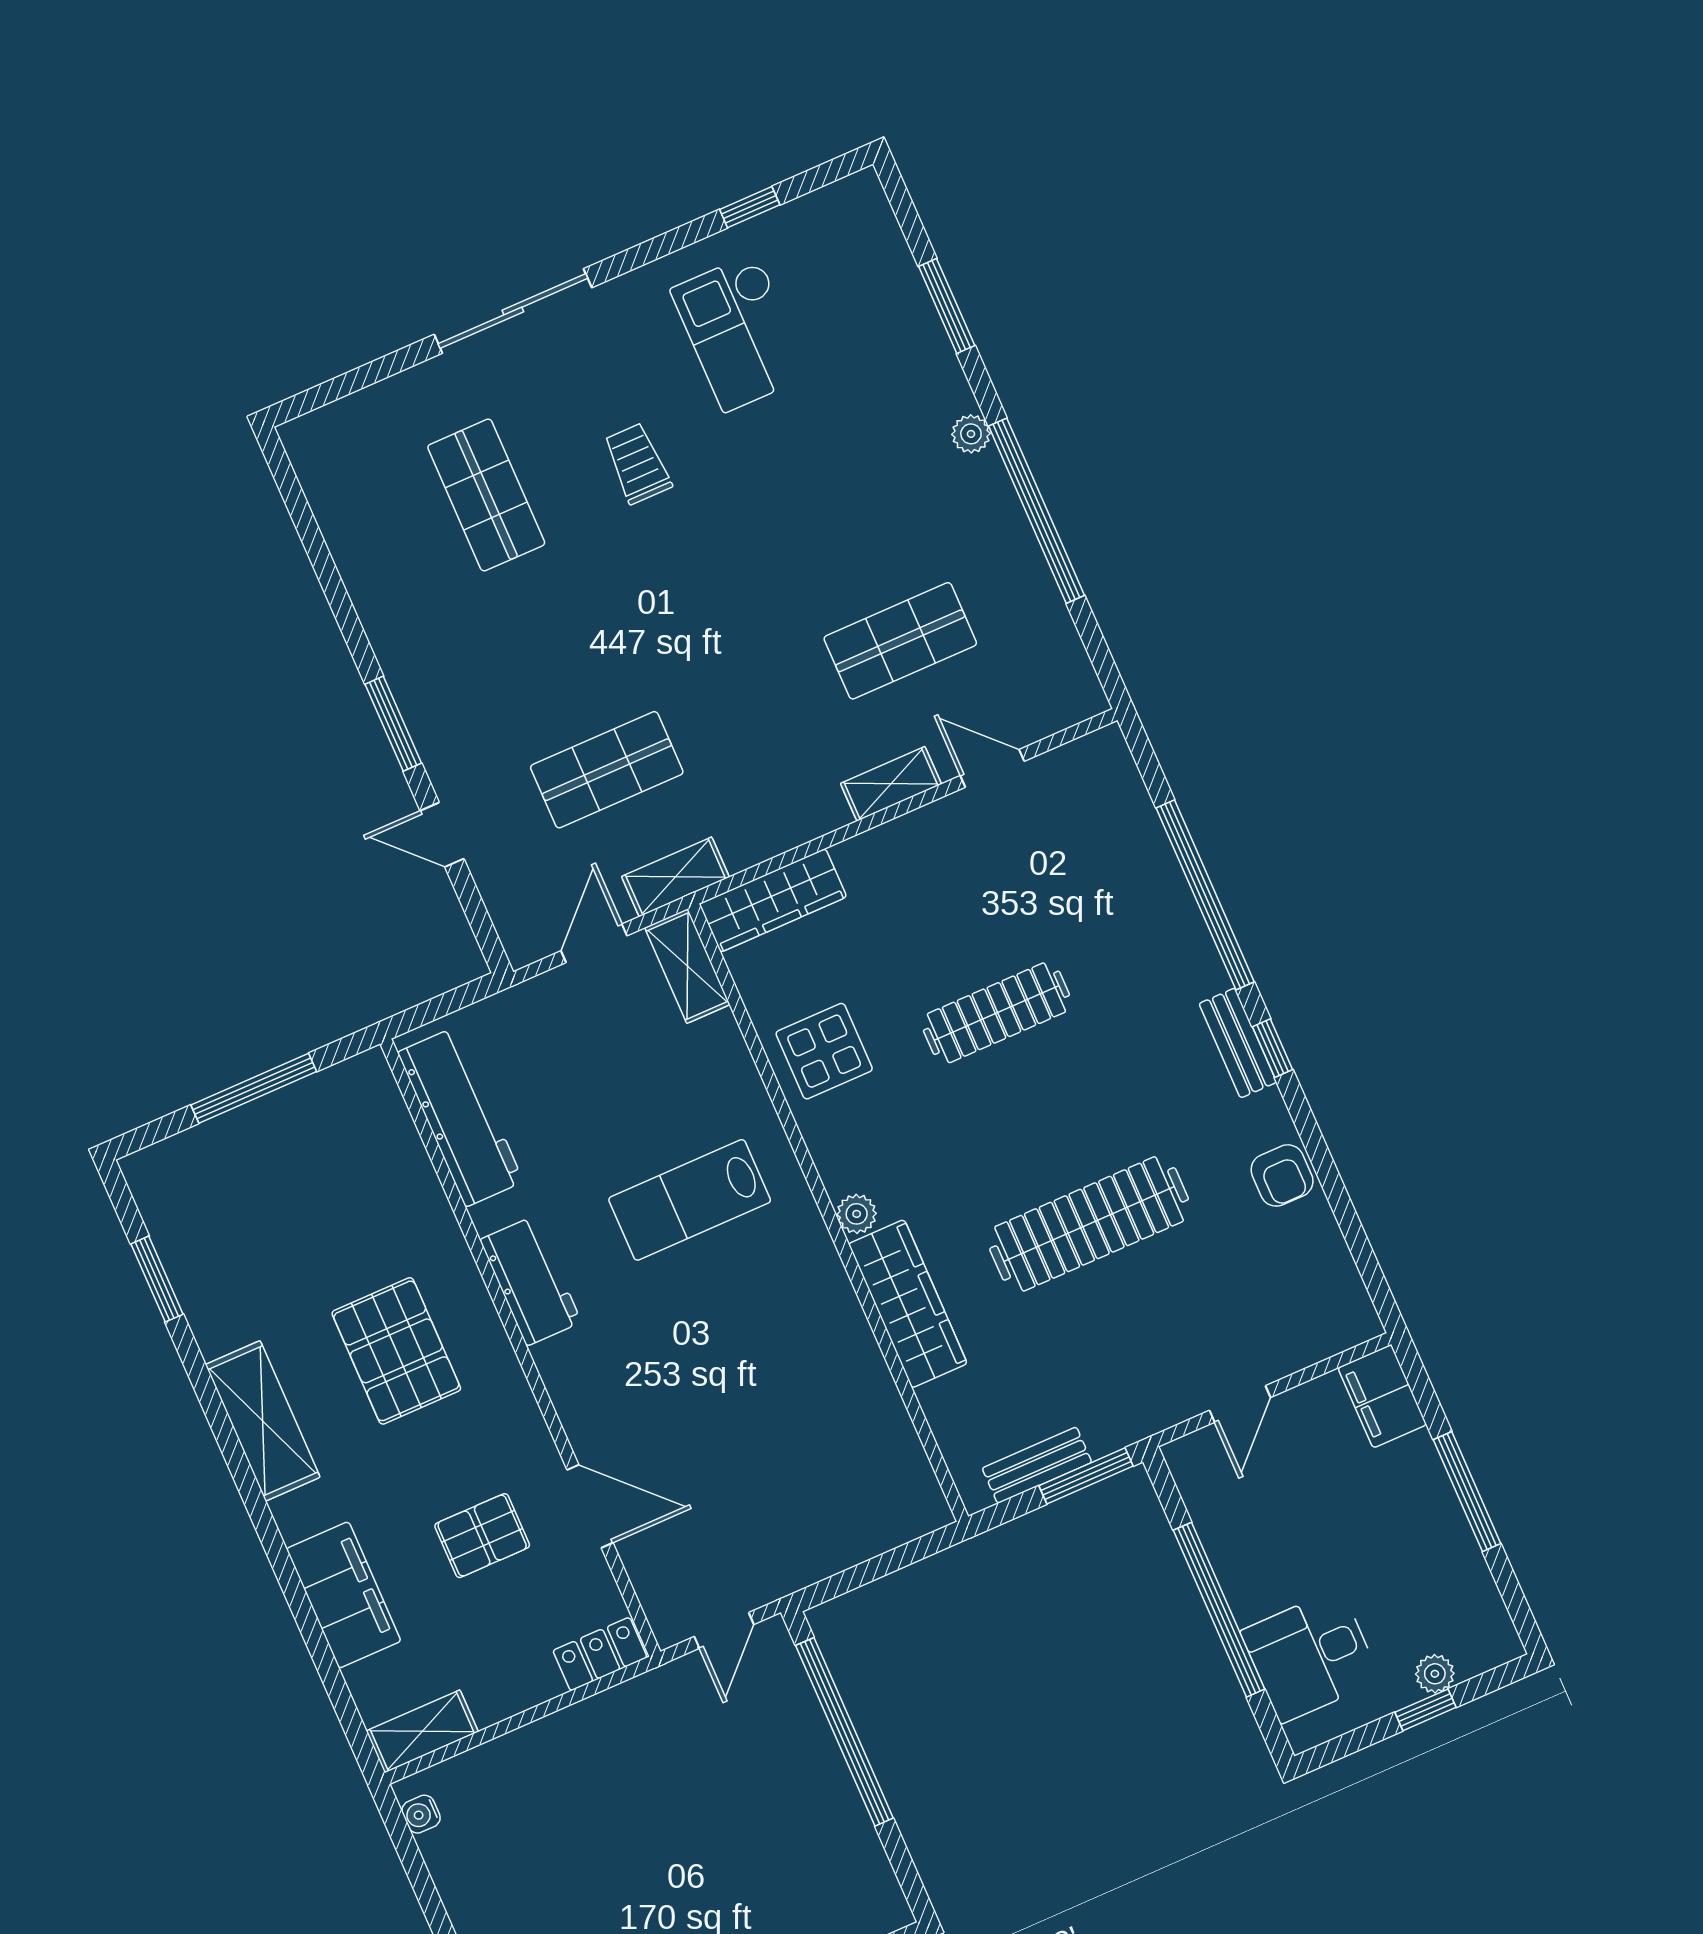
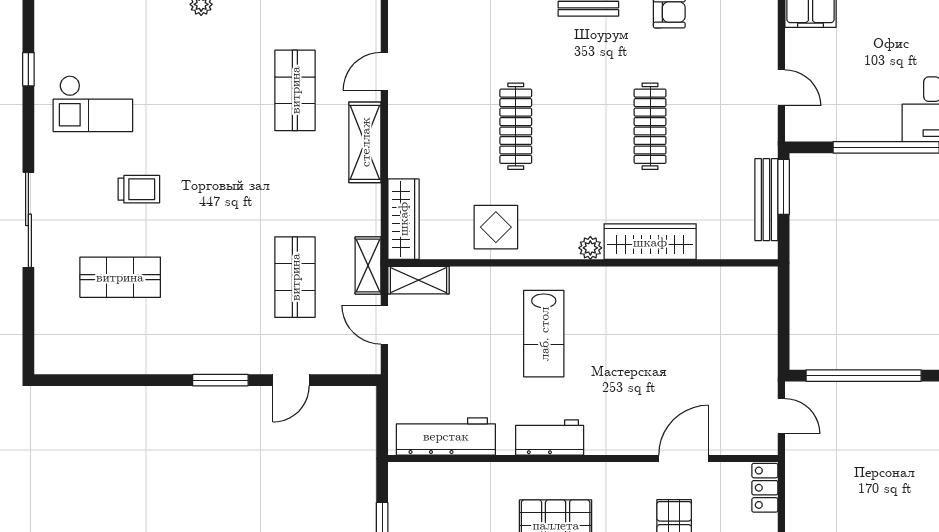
trolley: (637, 464) -> (139, 189), turned 180
shelving: (891, 784) -> (365, 142), width x1.50, depth x1.33
clothes rail: (1089, 1224) -> (650, 126), width x0.73, depth x0.76
bench: (1037, 1465) -> (766, 200), width x1.36

